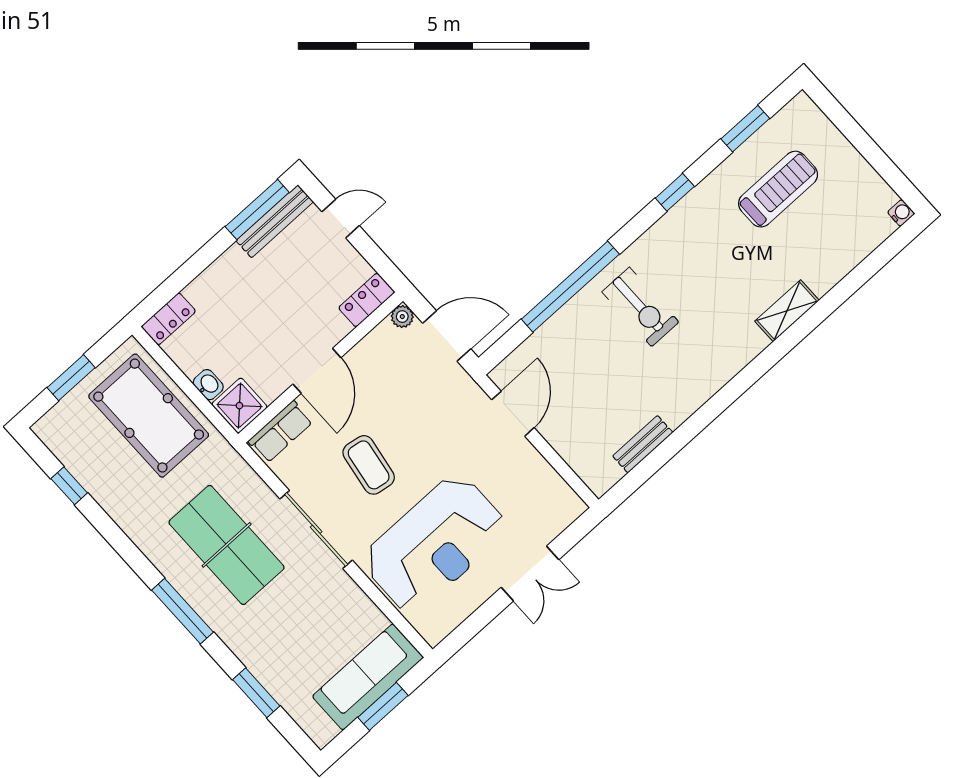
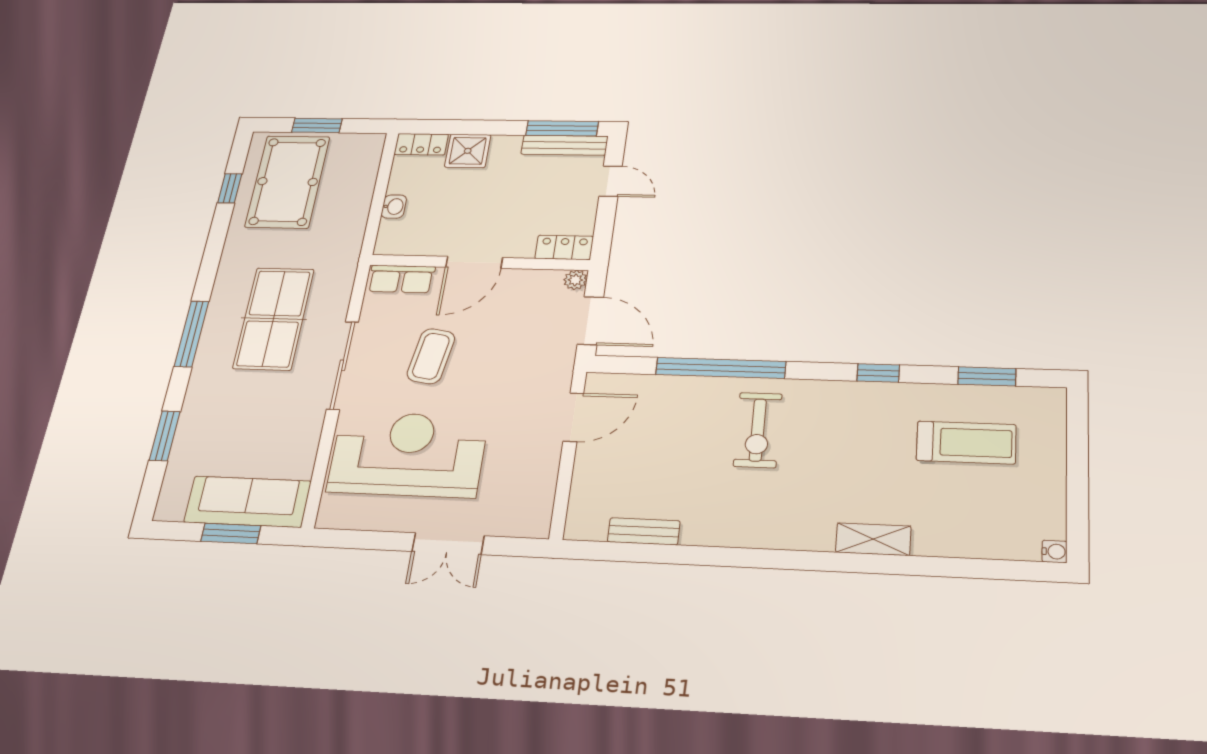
shower: (239, 406) -> (468, 151), moved
pool table: (149, 416) -> (288, 182), moved
reception desk: (434, 544) -> (408, 454), turned 180

